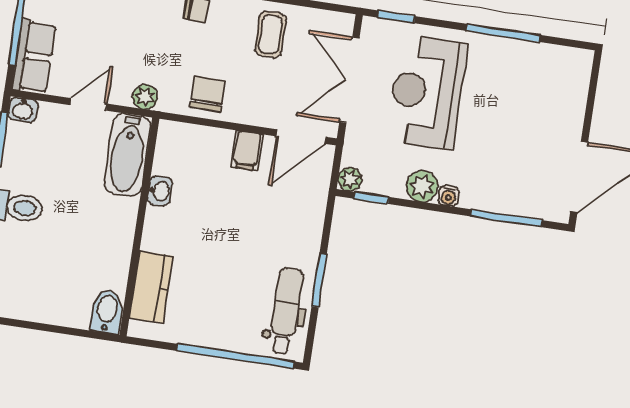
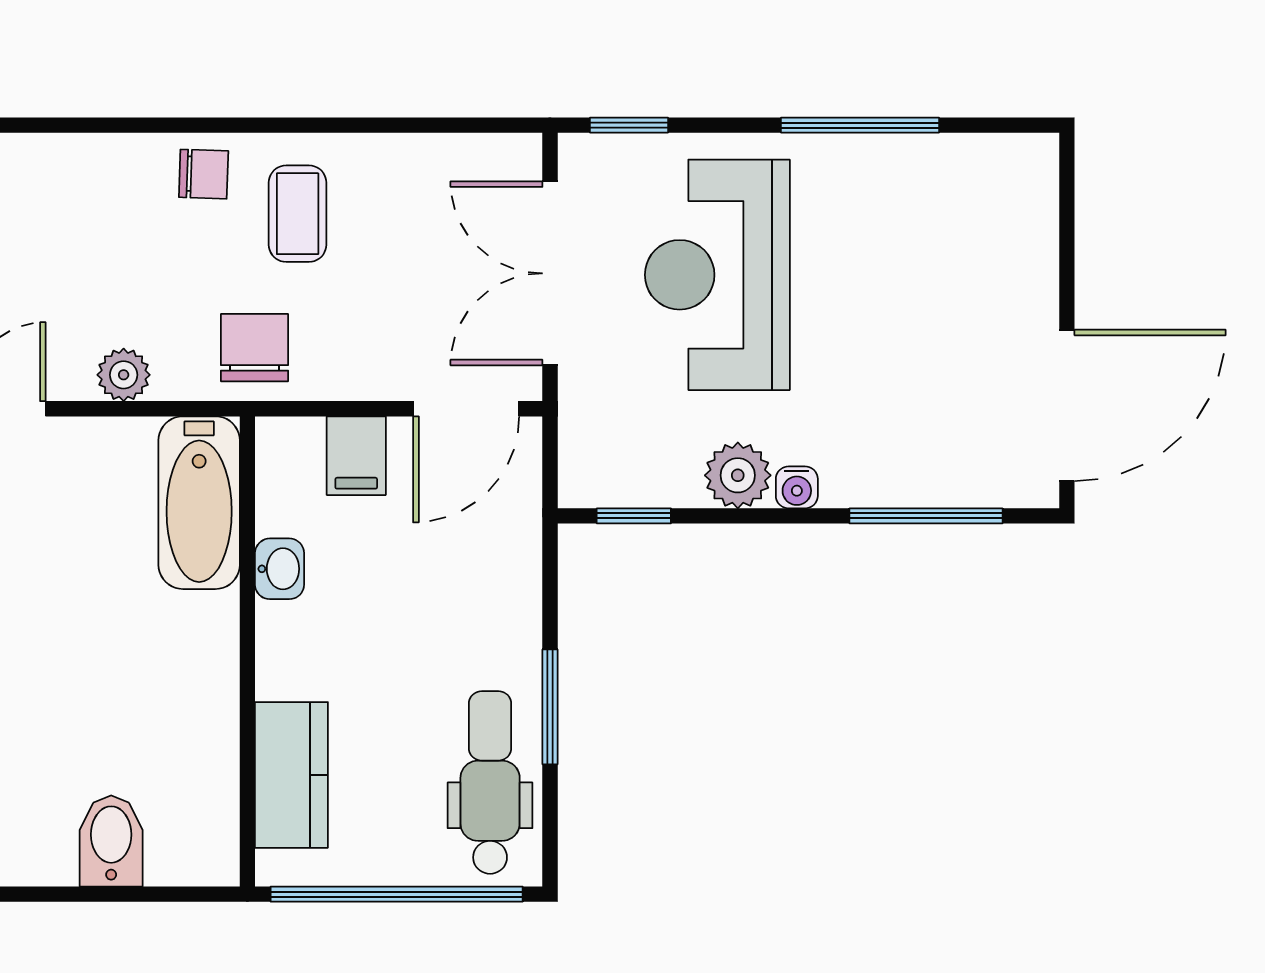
coffee table: (270, 34) -> (298, 214), moved
bathtub: (127, 155) -> (199, 503), moved
plant: (350, 179) -> (583, 483), removed
washbasin: (160, 191) -> (280, 569), moved
wall: (139, 227) -> (247, 651), moved
kitchen counter: (151, 287) -> (291, 775), moved

